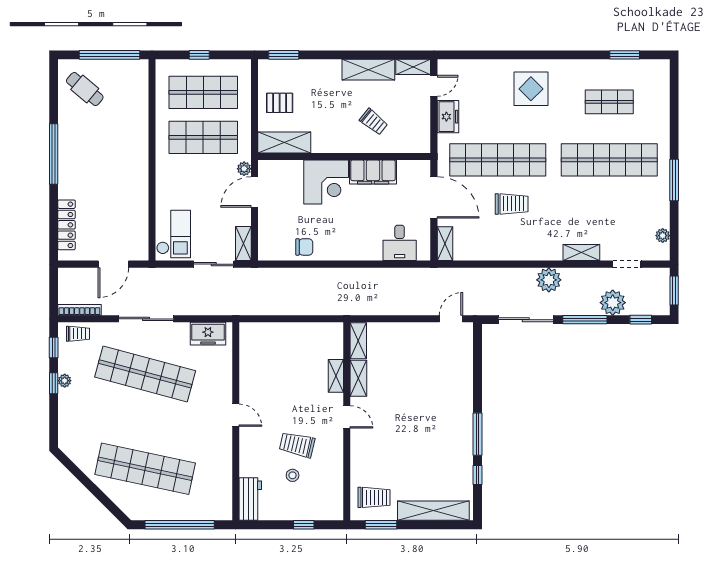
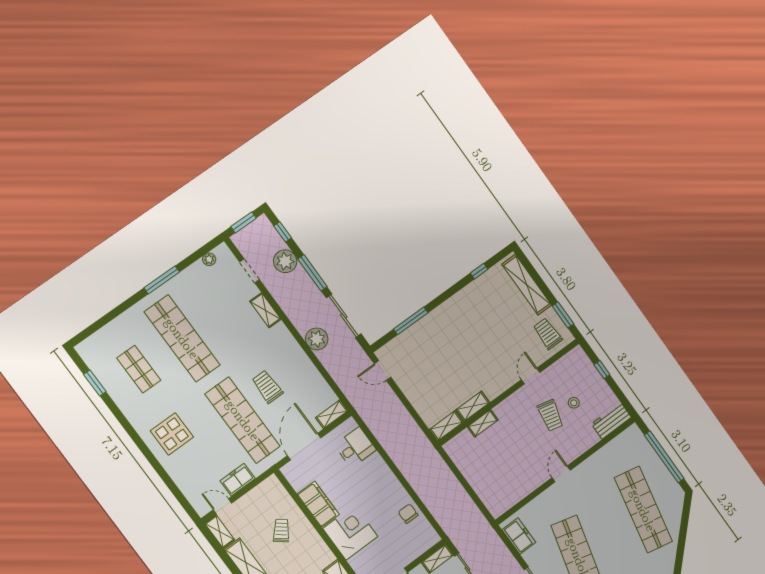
plant: (549, 280) -> (317, 339), moved
door: (347, 417) -> (531, 376), moved
window: (477, 434) -> (411, 321), moved

